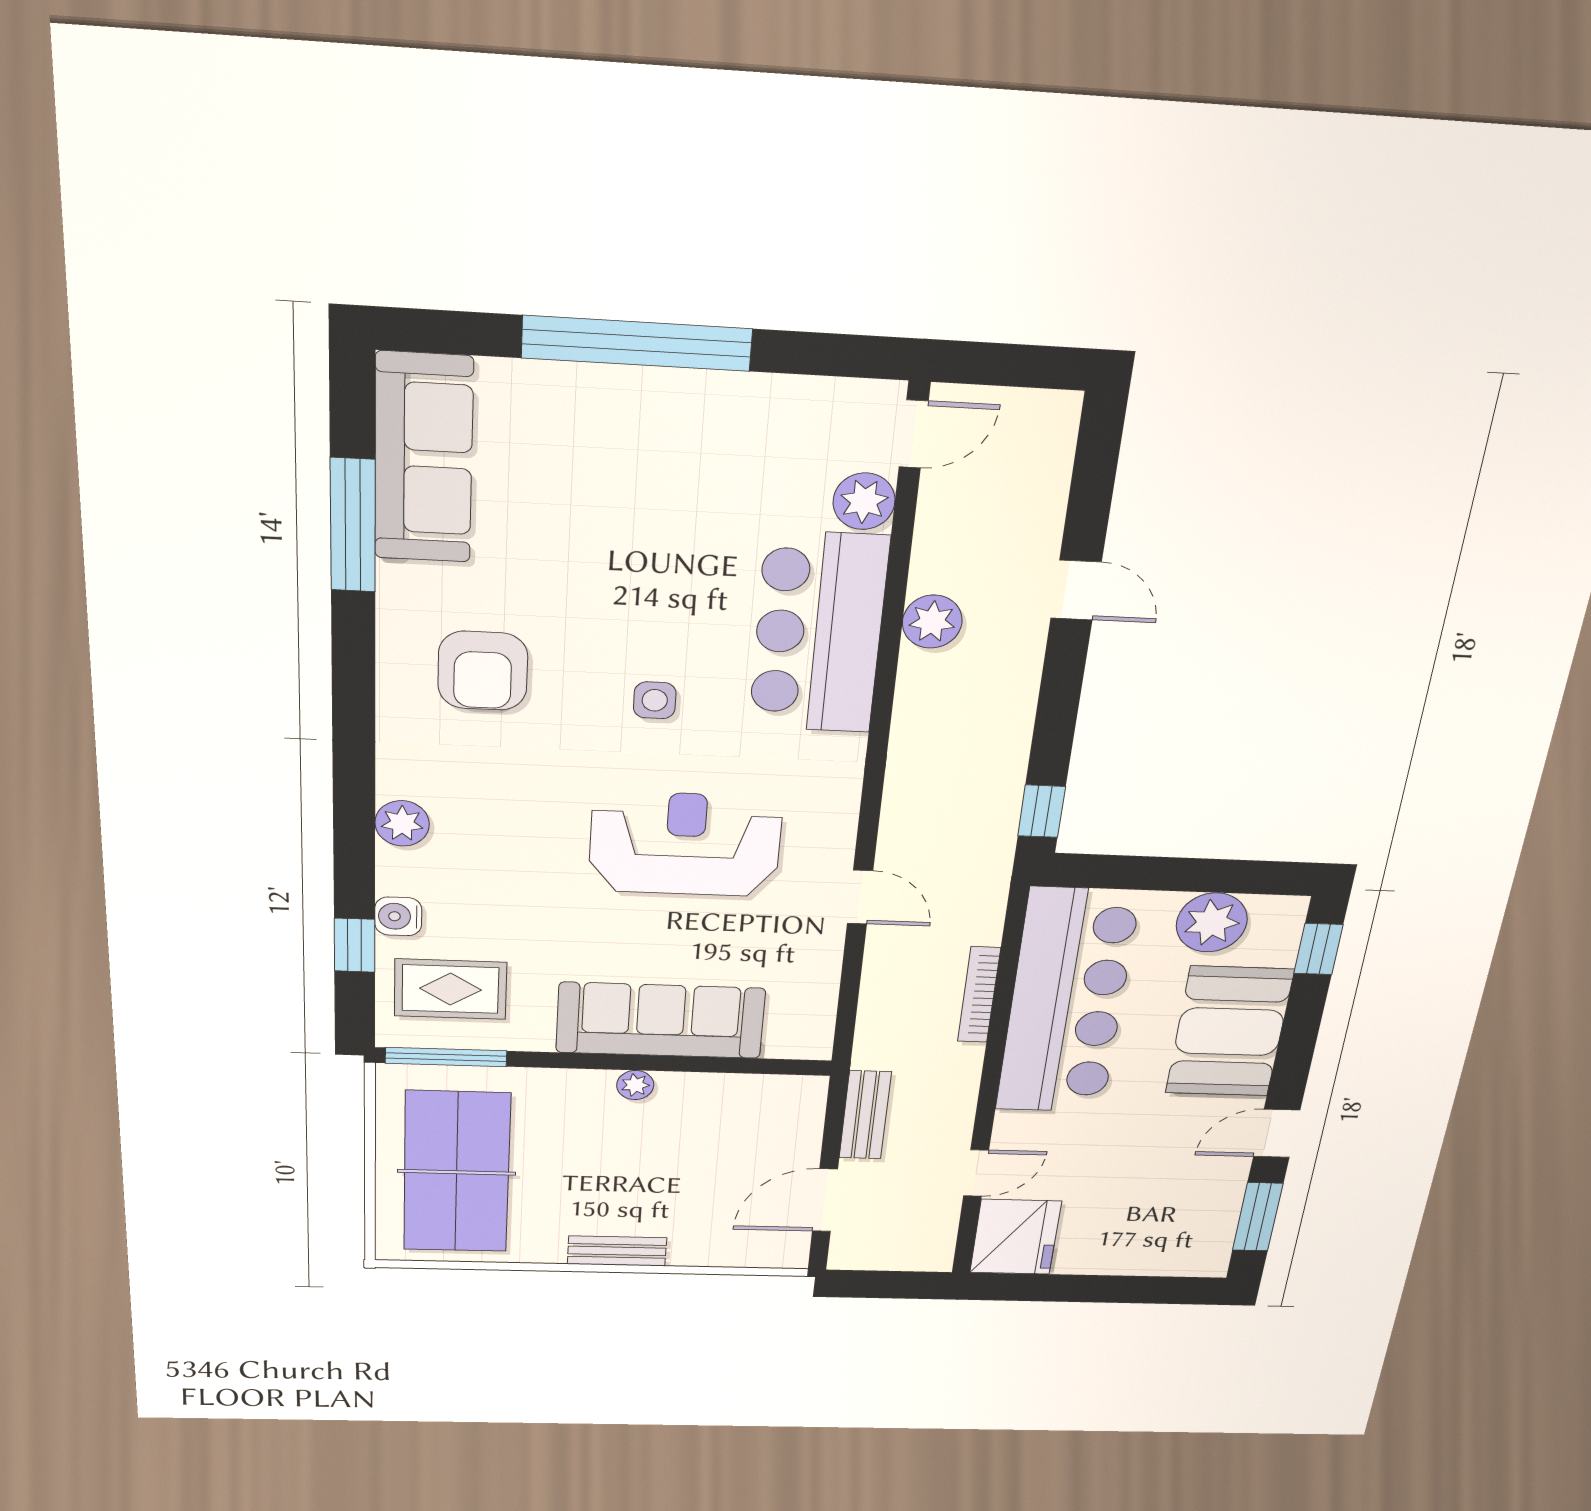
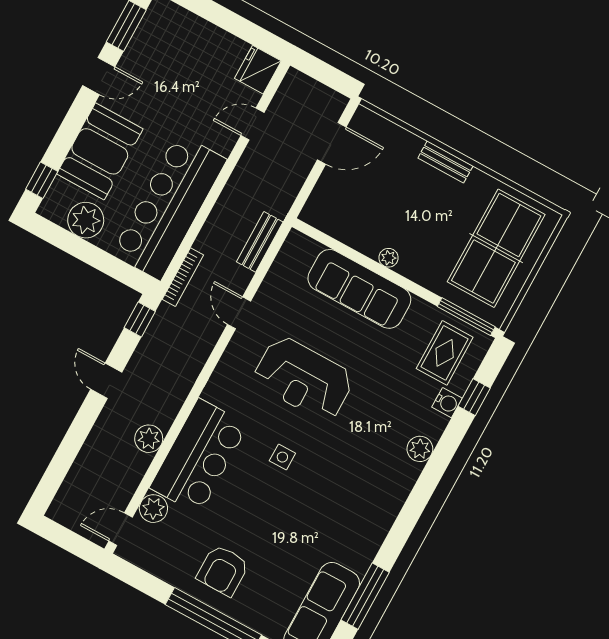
door: (1076, 590) -> (106, 381), moved
armchair: (483, 671) -> (223, 570), moved, turned 180
rug: (450, 989) -> (445, 353), turned 90
bookcase: (979, 995) -> (183, 277), moved
bench: (865, 1115) -> (260, 242), moved
fridge: (1015, 1237) -> (258, 70), width x0.73, depth x0.75

